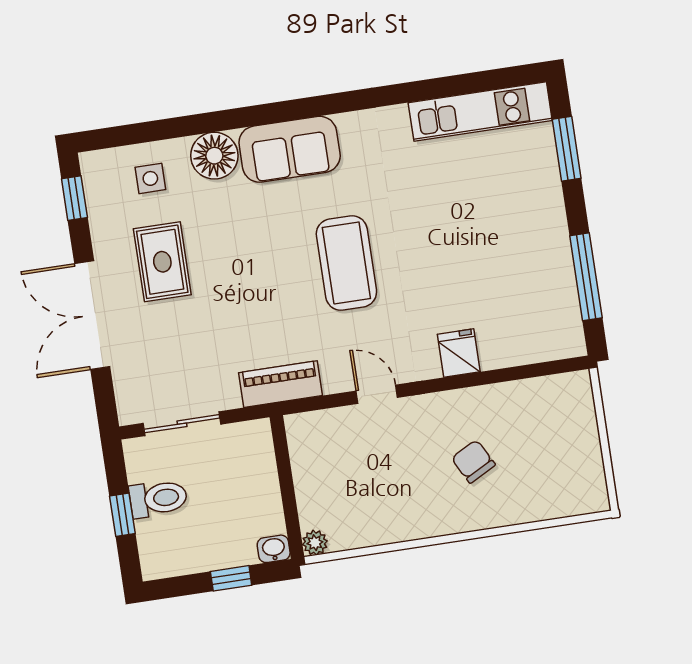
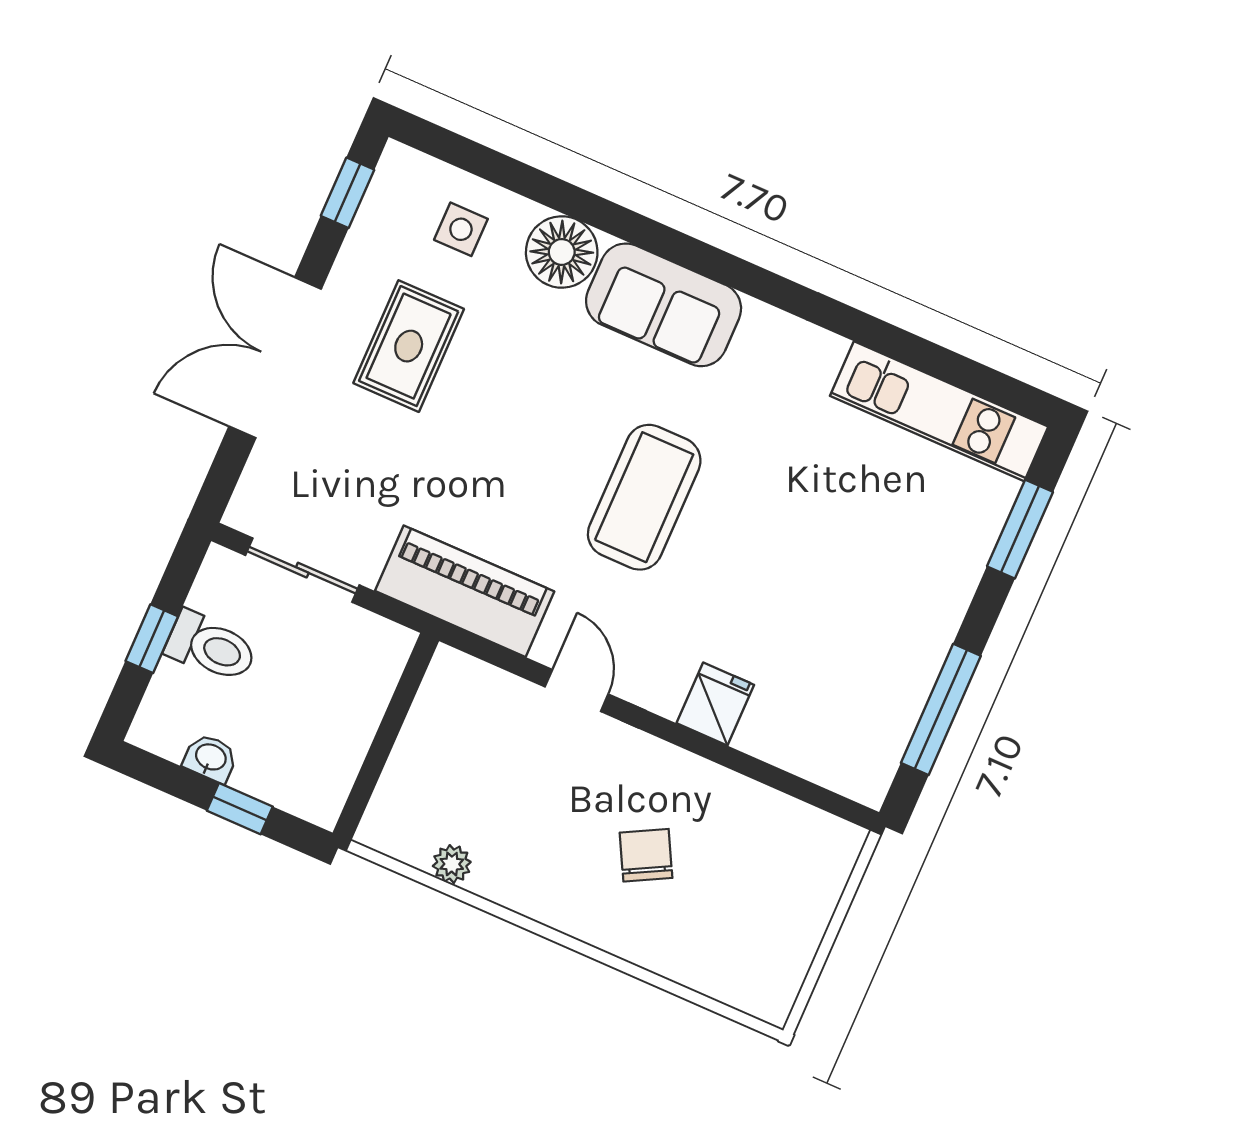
piano: (280, 384) -> (465, 591), width x1.37, depth x1.33
plant: (315, 543) -> (452, 864), moved
washbasin: (274, 549) -> (210, 758), moved

